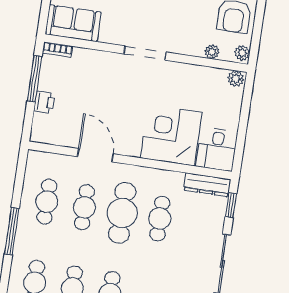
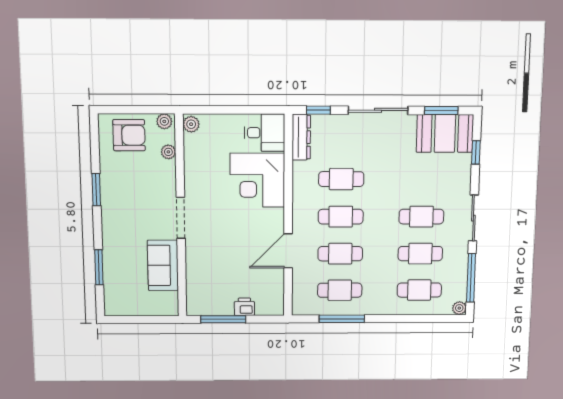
sofa: (73, 23) -> (163, 265), moved
bookcase: (58, 50) -> (192, 302), removed
cafe table: (122, 213) -> (341, 217), width x0.73, depth x0.74
window: (12, 231) -> (342, 319), moved

